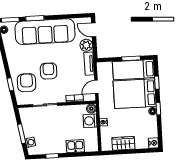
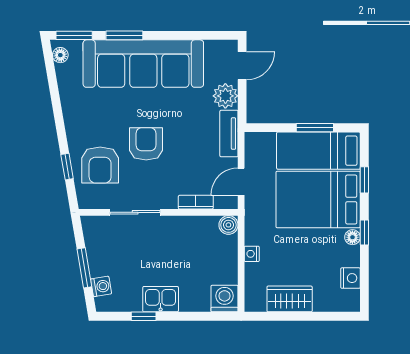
door: (94, 30) -> (242, 66), swing flipped
armchair: (27, 83) -> (100, 165), turned 180
washing machine: (90, 121) -> (225, 299), moved, turned 90
nightstand: (153, 143) -> (351, 278), moved
kitchen sink: (75, 146) -> (161, 299), moved

